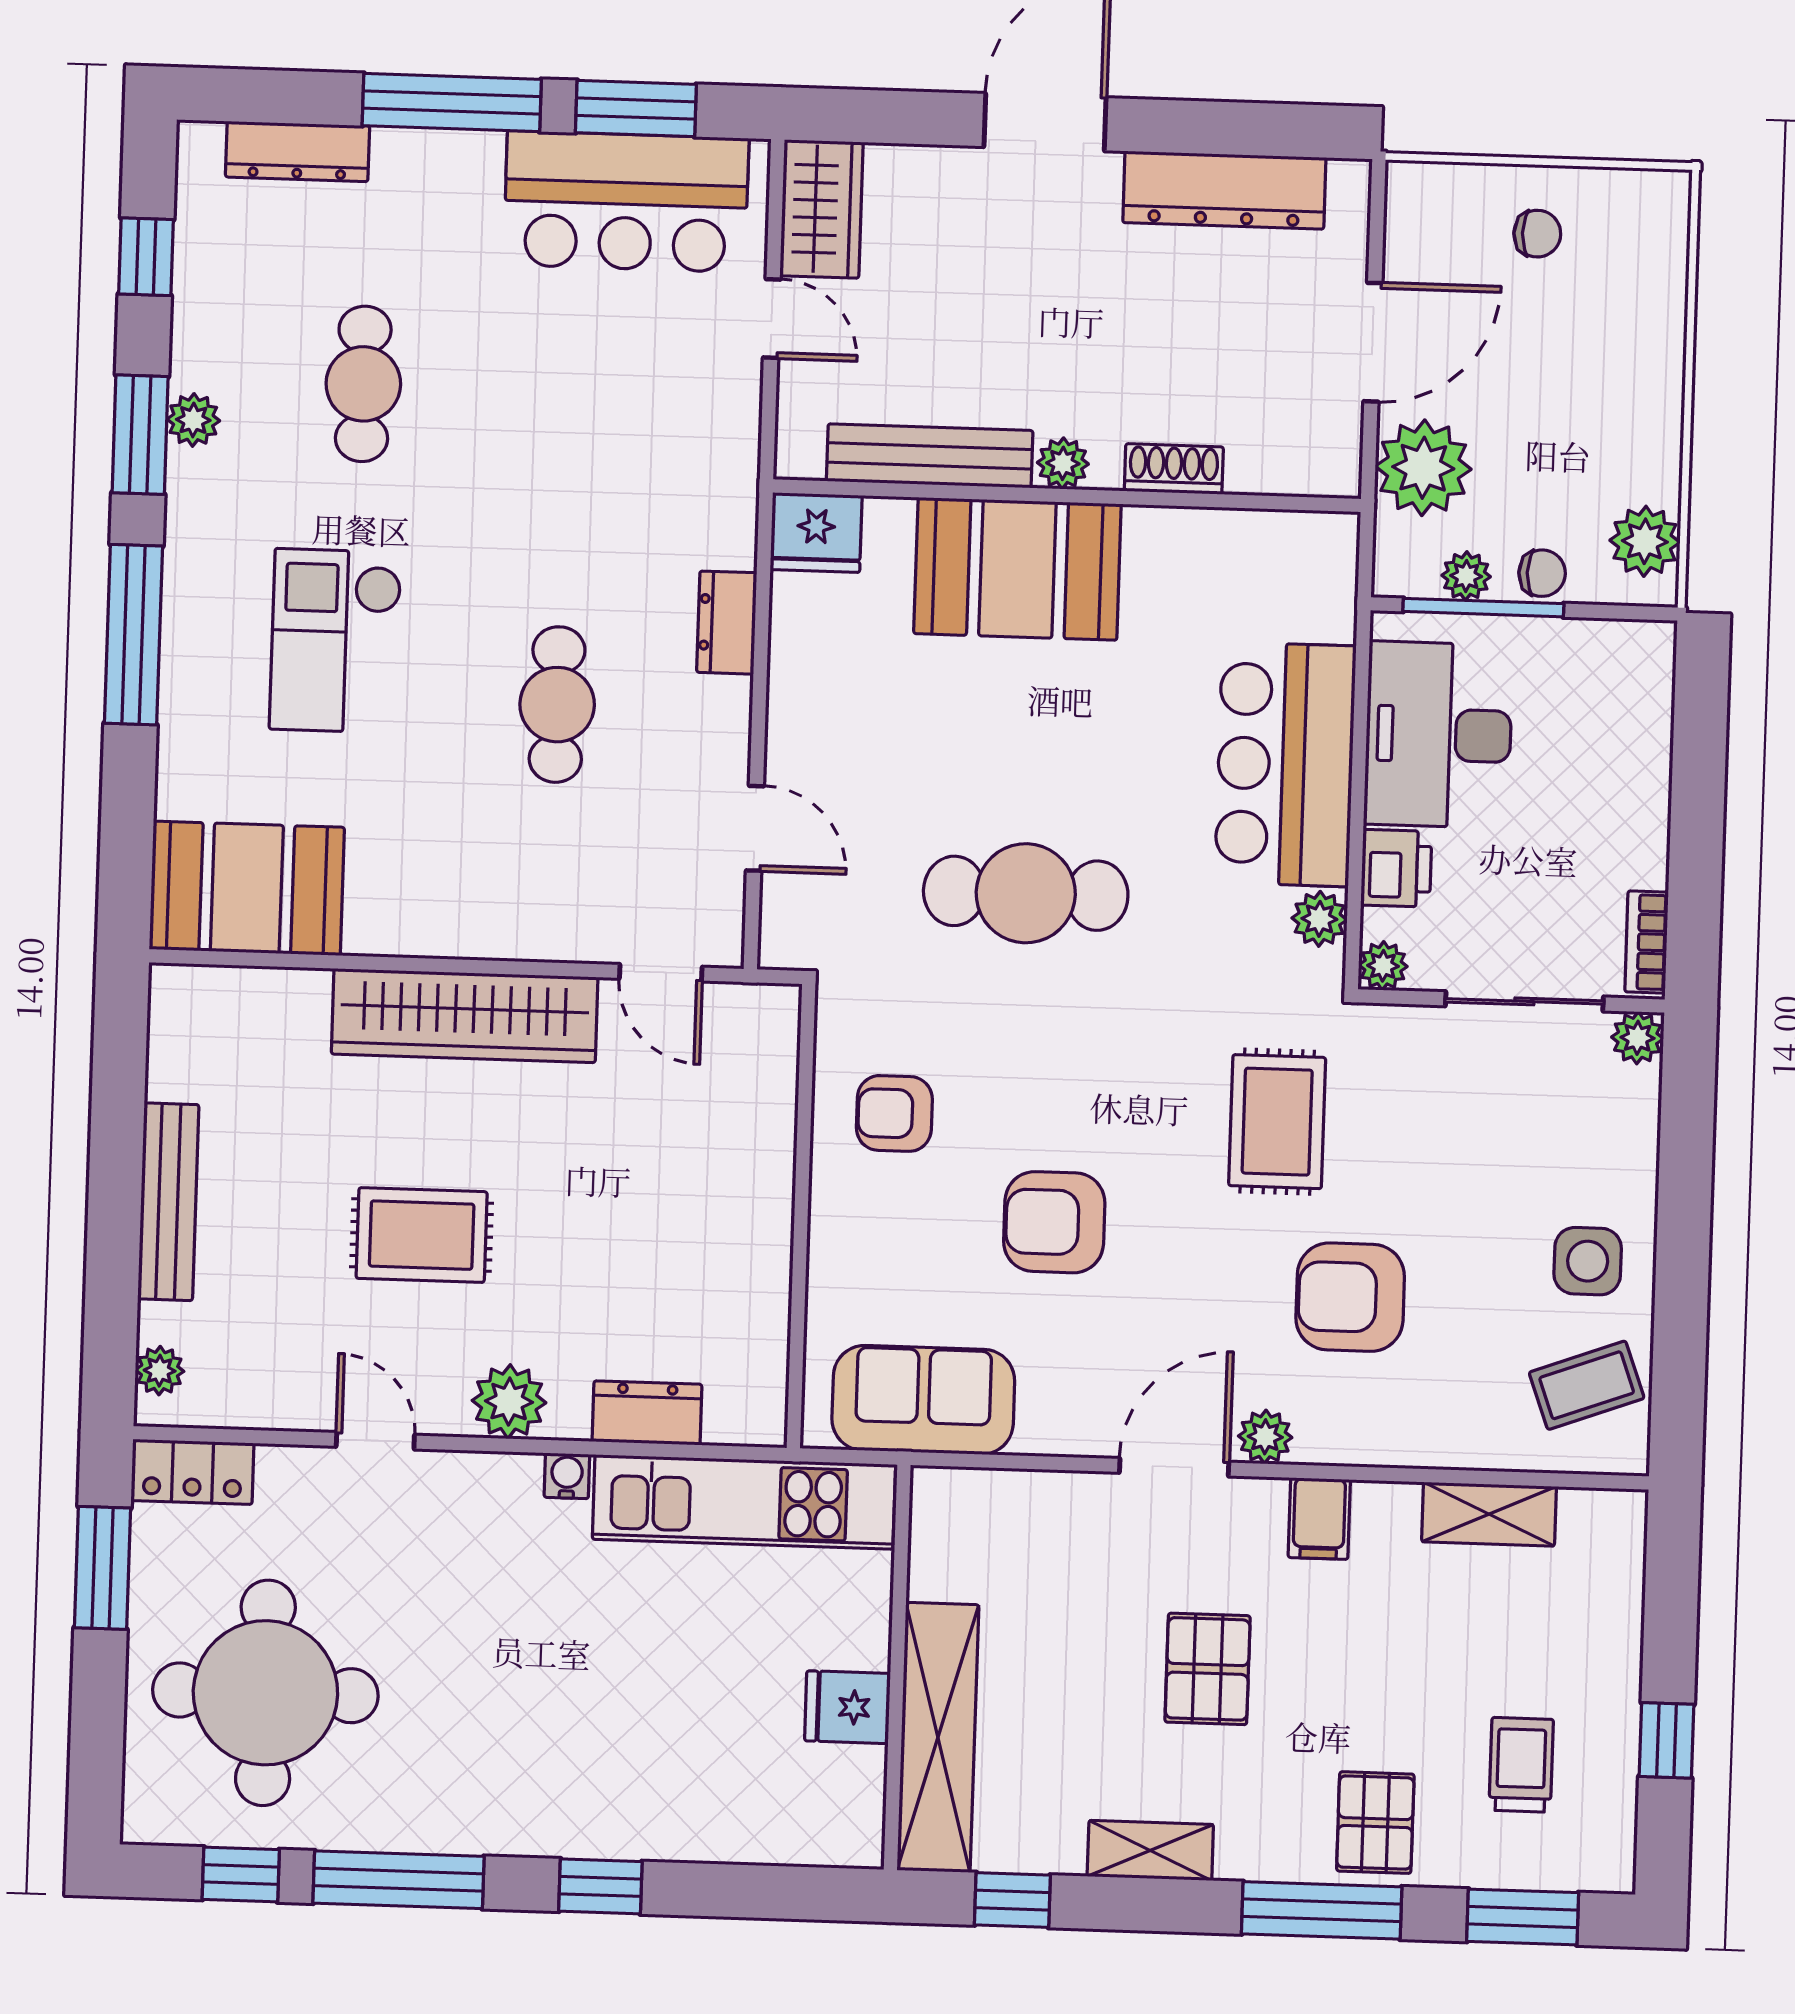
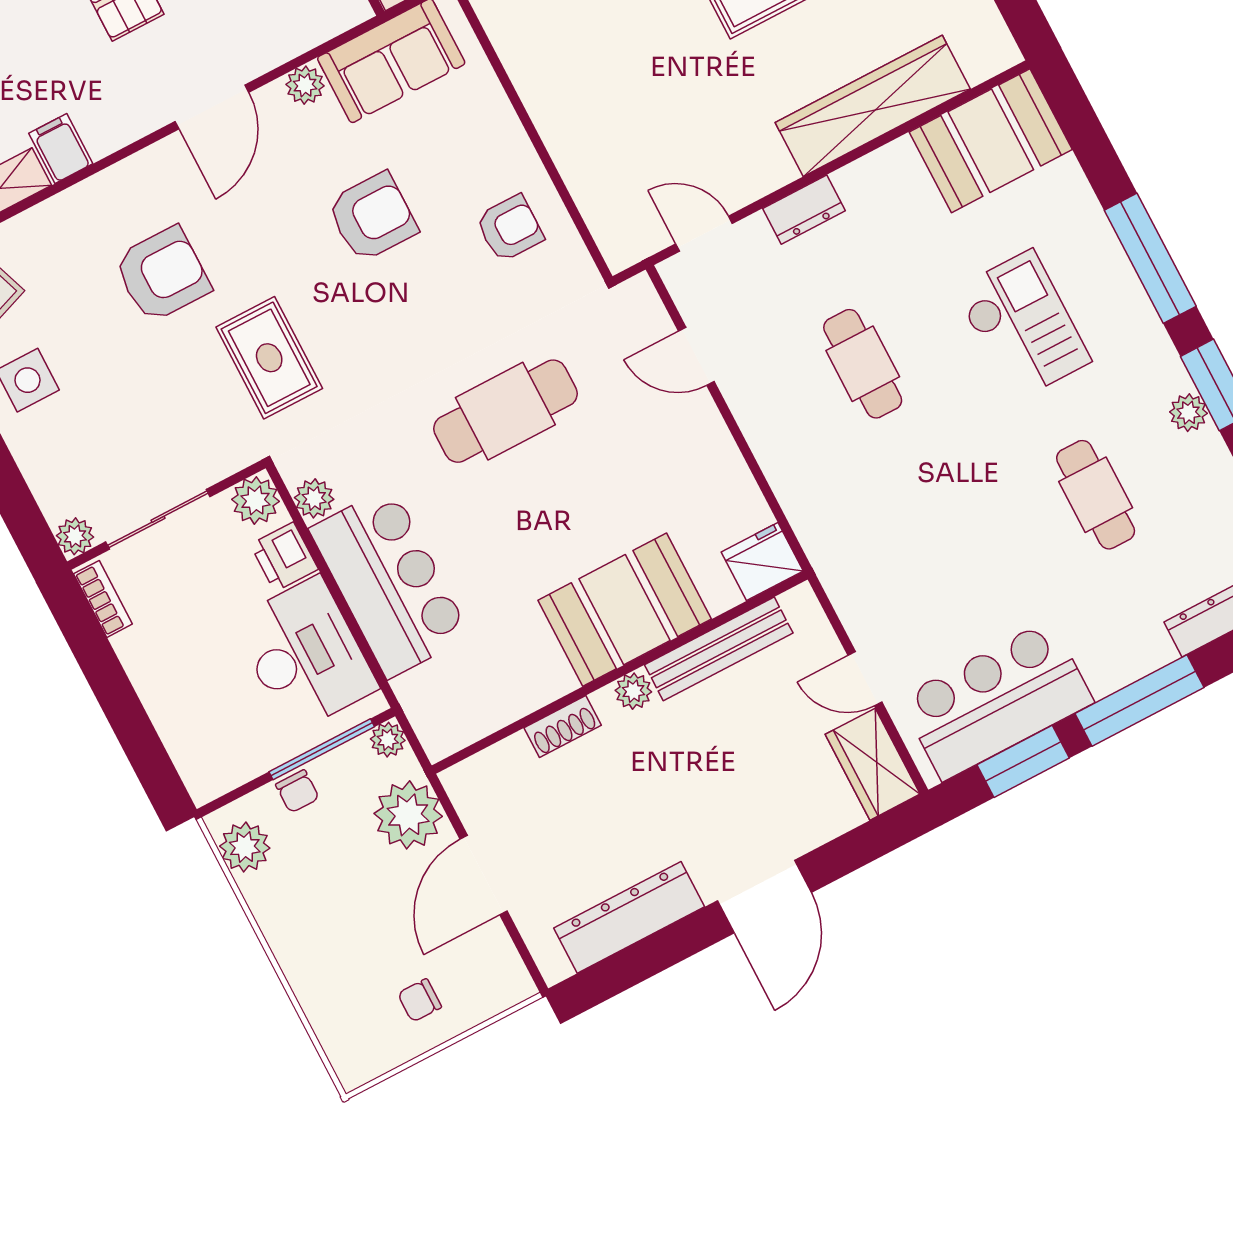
chair: (1542, 573) -> (297, 791), turned -90
plant: (1466, 576) -> (388, 740), moved
dresser: (727, 623) -> (804, 210), moved, turned 90
plant: (1383, 966) -> (255, 500), width x1.38, depth x1.38
wardrobe: (465, 1016) -> (873, 106), moved
plant: (1265, 1437) -> (305, 85), moved
filing cabinet: (1319, 1519) -> (61, 149), moved

